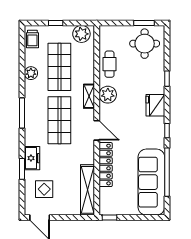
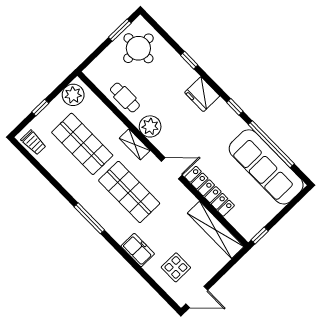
plant: (31, 73) -> (62, 175), removed
window: (22, 169) -> (138, 269), removed

